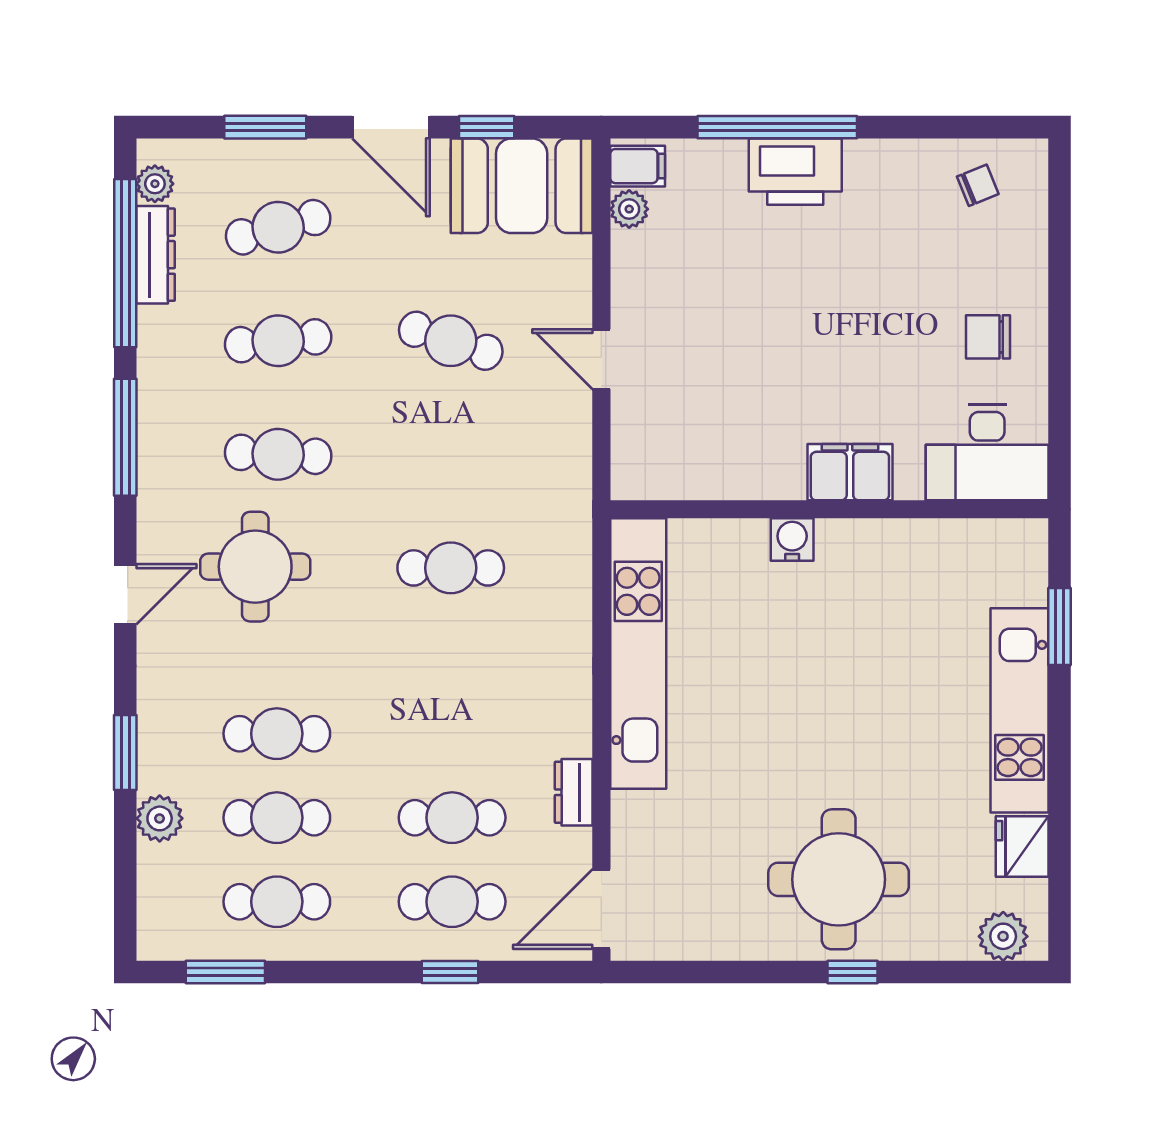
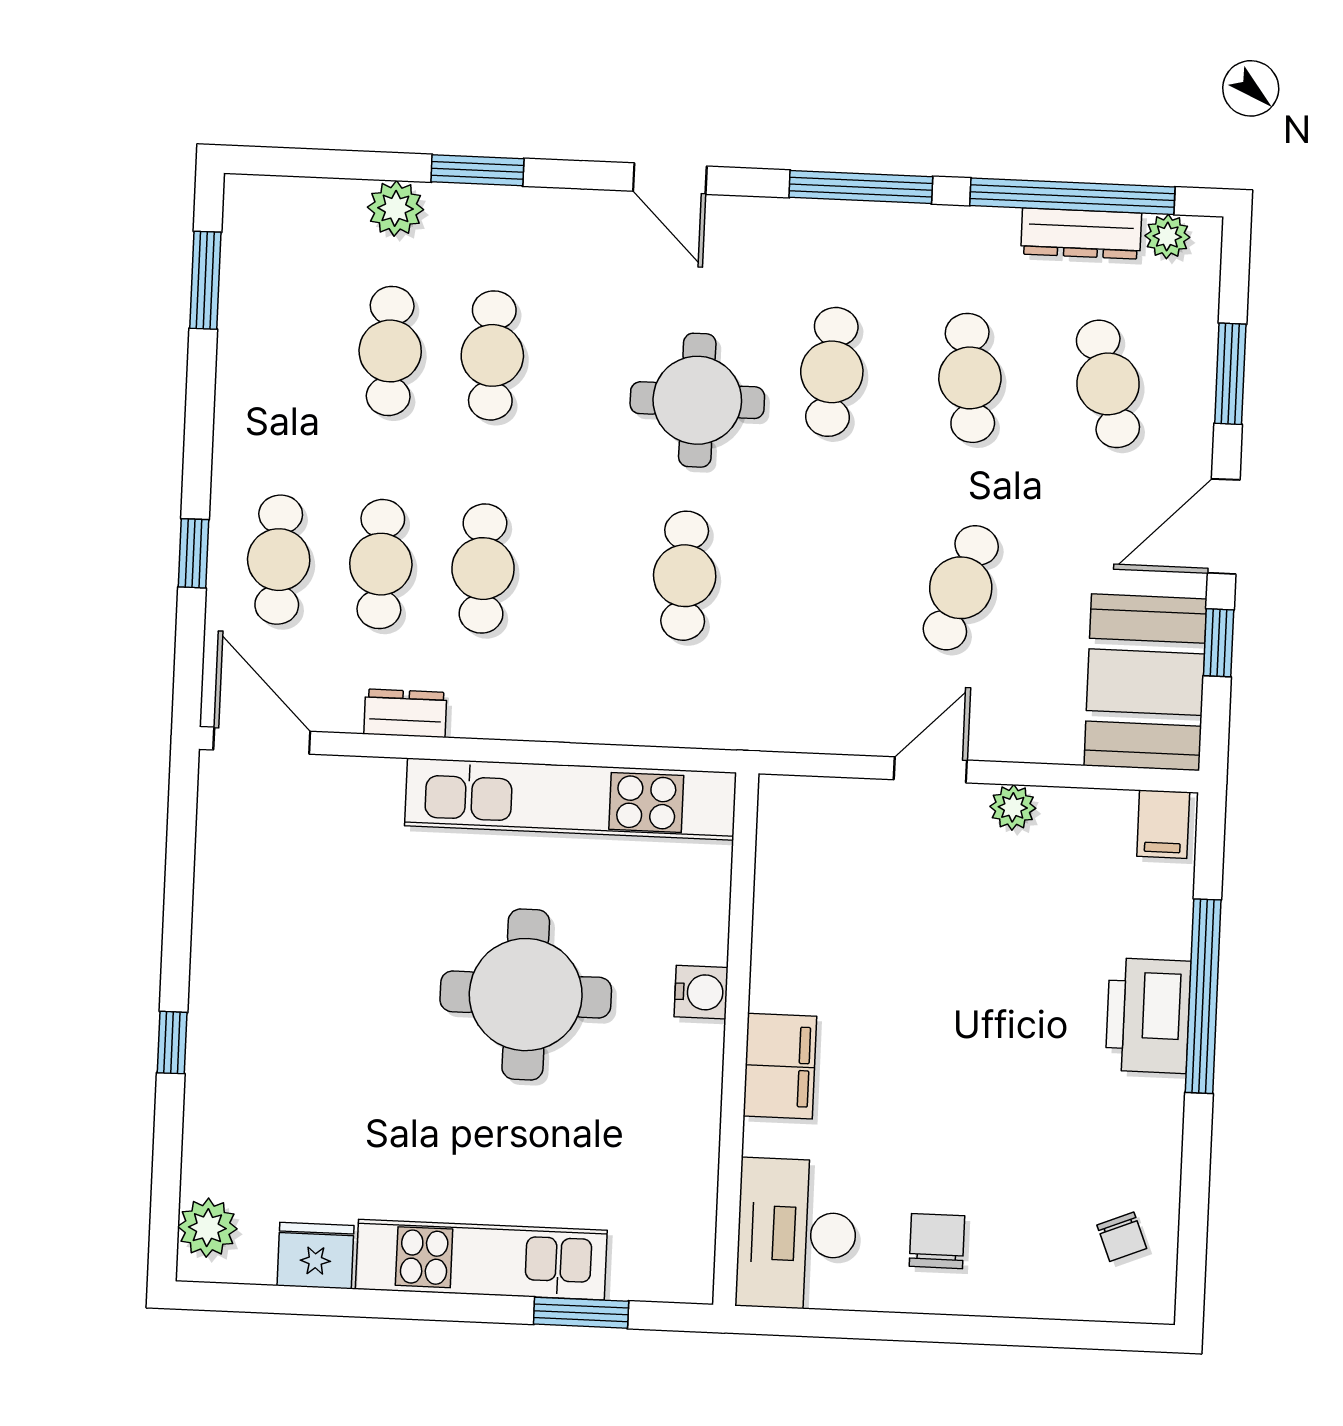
plant: (629, 209) -> (1013, 807), moved
round table: (255, 567) -> (697, 400), moved
round table: (839, 879) -> (526, 995), moved
cafe table: (277, 902) -> (483, 569), moved

